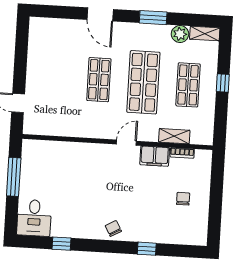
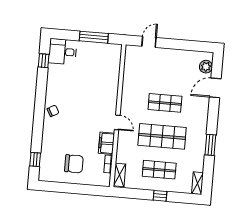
door: (100, 14) -> (215, 88), moved
plant: (180, 34) -> (206, 67), moved
shelving: (174, 136) -> (120, 175), moved
chair: (183, 199) -> (74, 164), width x1.87, depth x1.87
window: (62, 244) -> (44, 61), moved
window: (147, 249) -> (35, 160), moved

